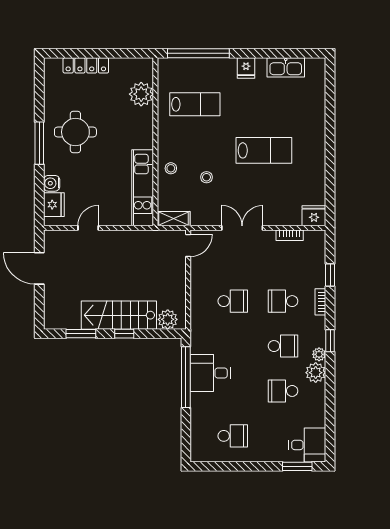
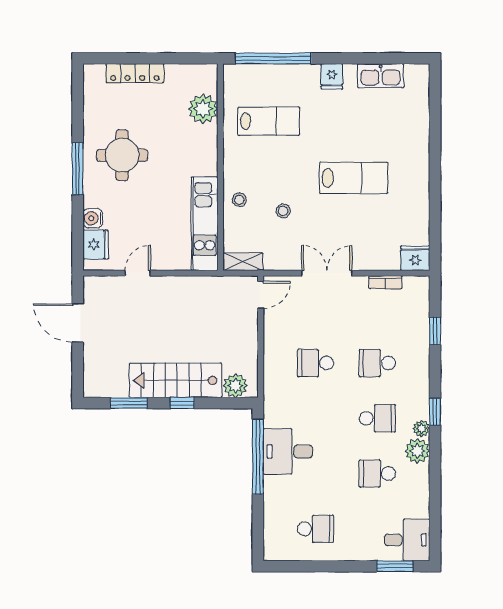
school desk: (233, 301) -> (316, 363), turned 180
bookcase: (320, 302) -> (423, 364), removed

